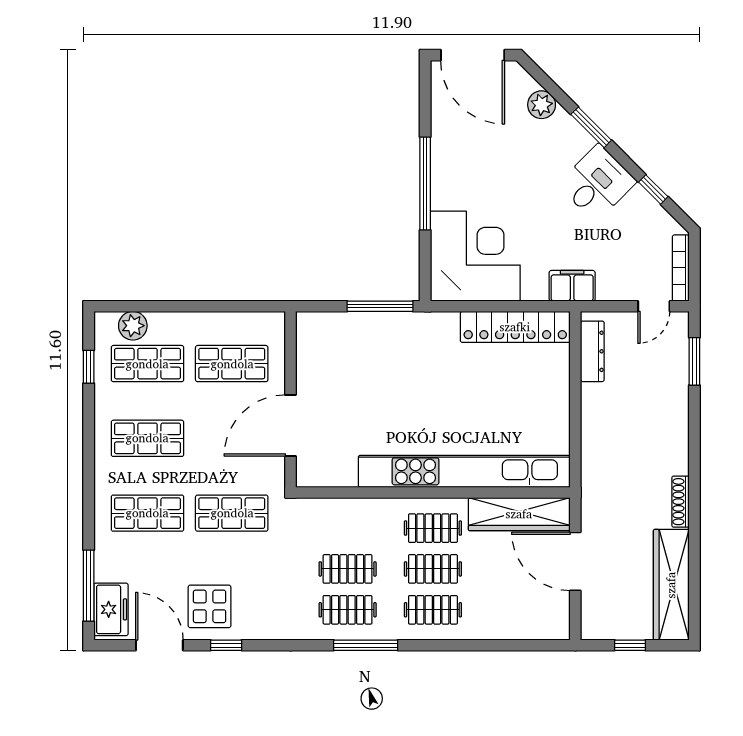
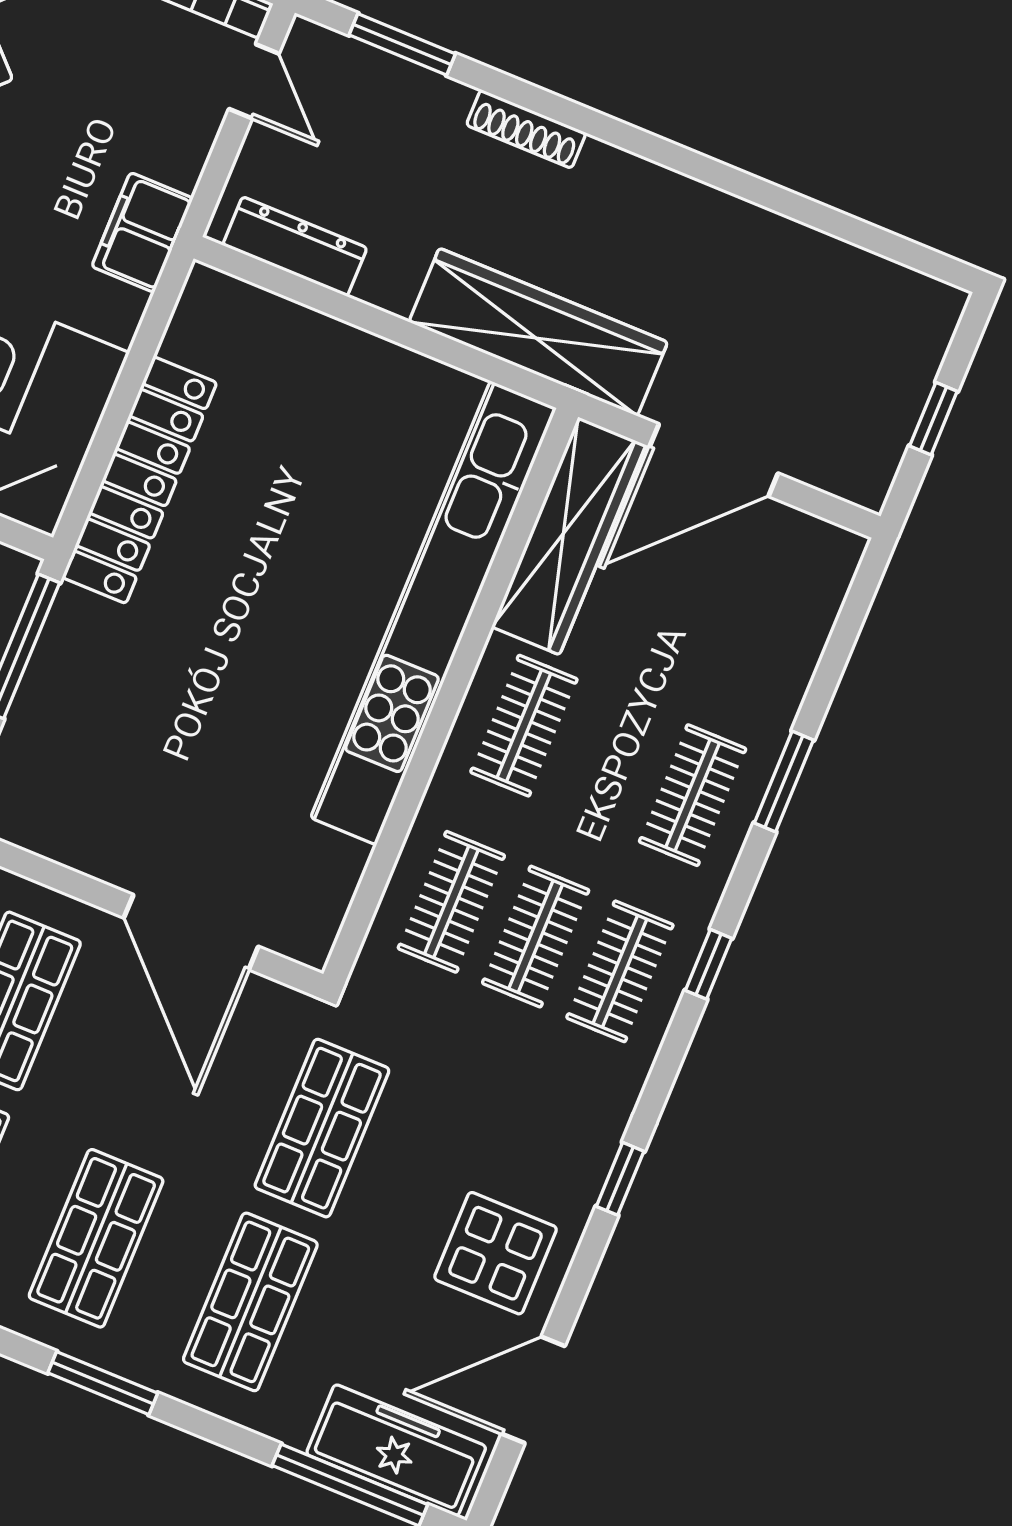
locker: (515, 327) -> (140, 480), moved
window: (89, 466) -> (103, 1383), added
shoe rack: (680, 502) -> (526, 129), moved
clothes rail: (433, 569) -> (451, 902), moved
wardrobe: (671, 585) -> (538, 332), moved, turned 180
freezer: (111, 609) -> (396, 1450), width x1.40
window: (226, 645) -> (620, 1179), moved
window: (366, 645) -> (709, 964), width x0.46
window: (454, 645) -> (784, 781), added

